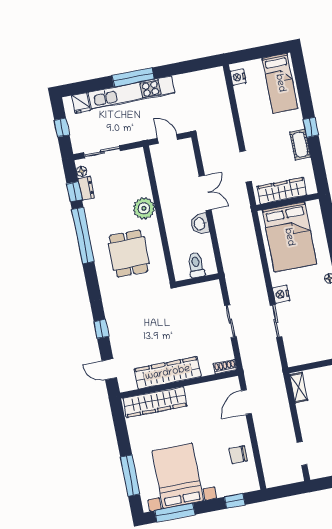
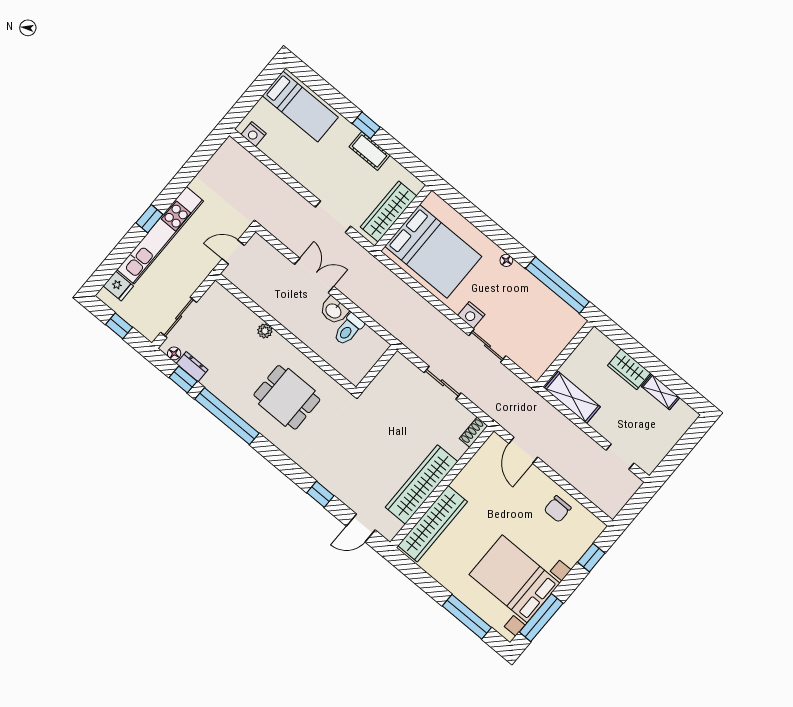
window: (133, 77) -> (149, 219), width x0.46
plant: (144, 208) -> (265, 331), width x0.53, depth x0.53
toilet: (196, 265) -> (348, 329), moved, turned -90
shelving: (299, 388) -> (572, 397), width x1.50, depth x1.33

